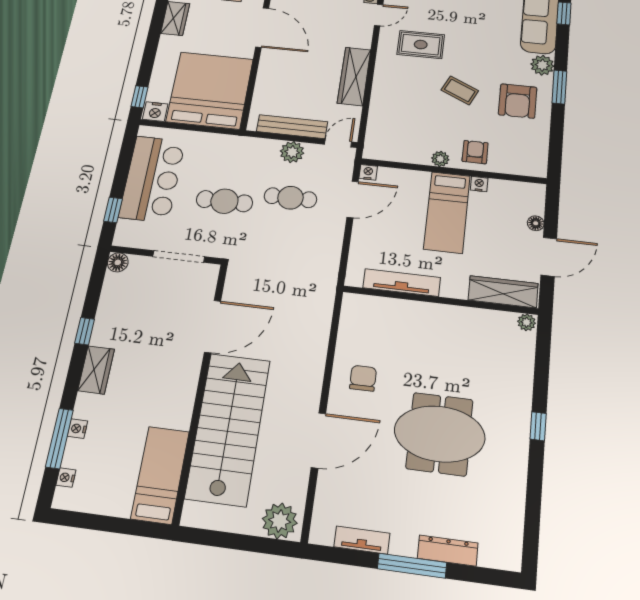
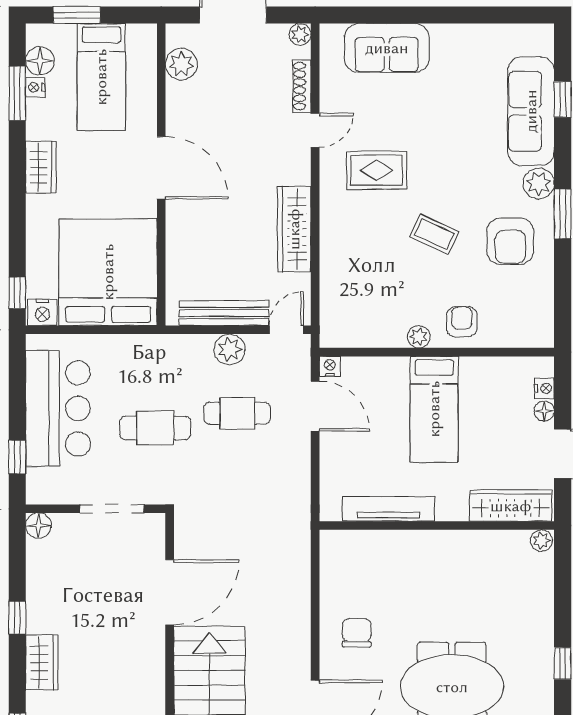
nightstand: (479, 184) -> (545, 388), moved, turned 90
door: (353, 199) -> (315, 406), hinge flipped

